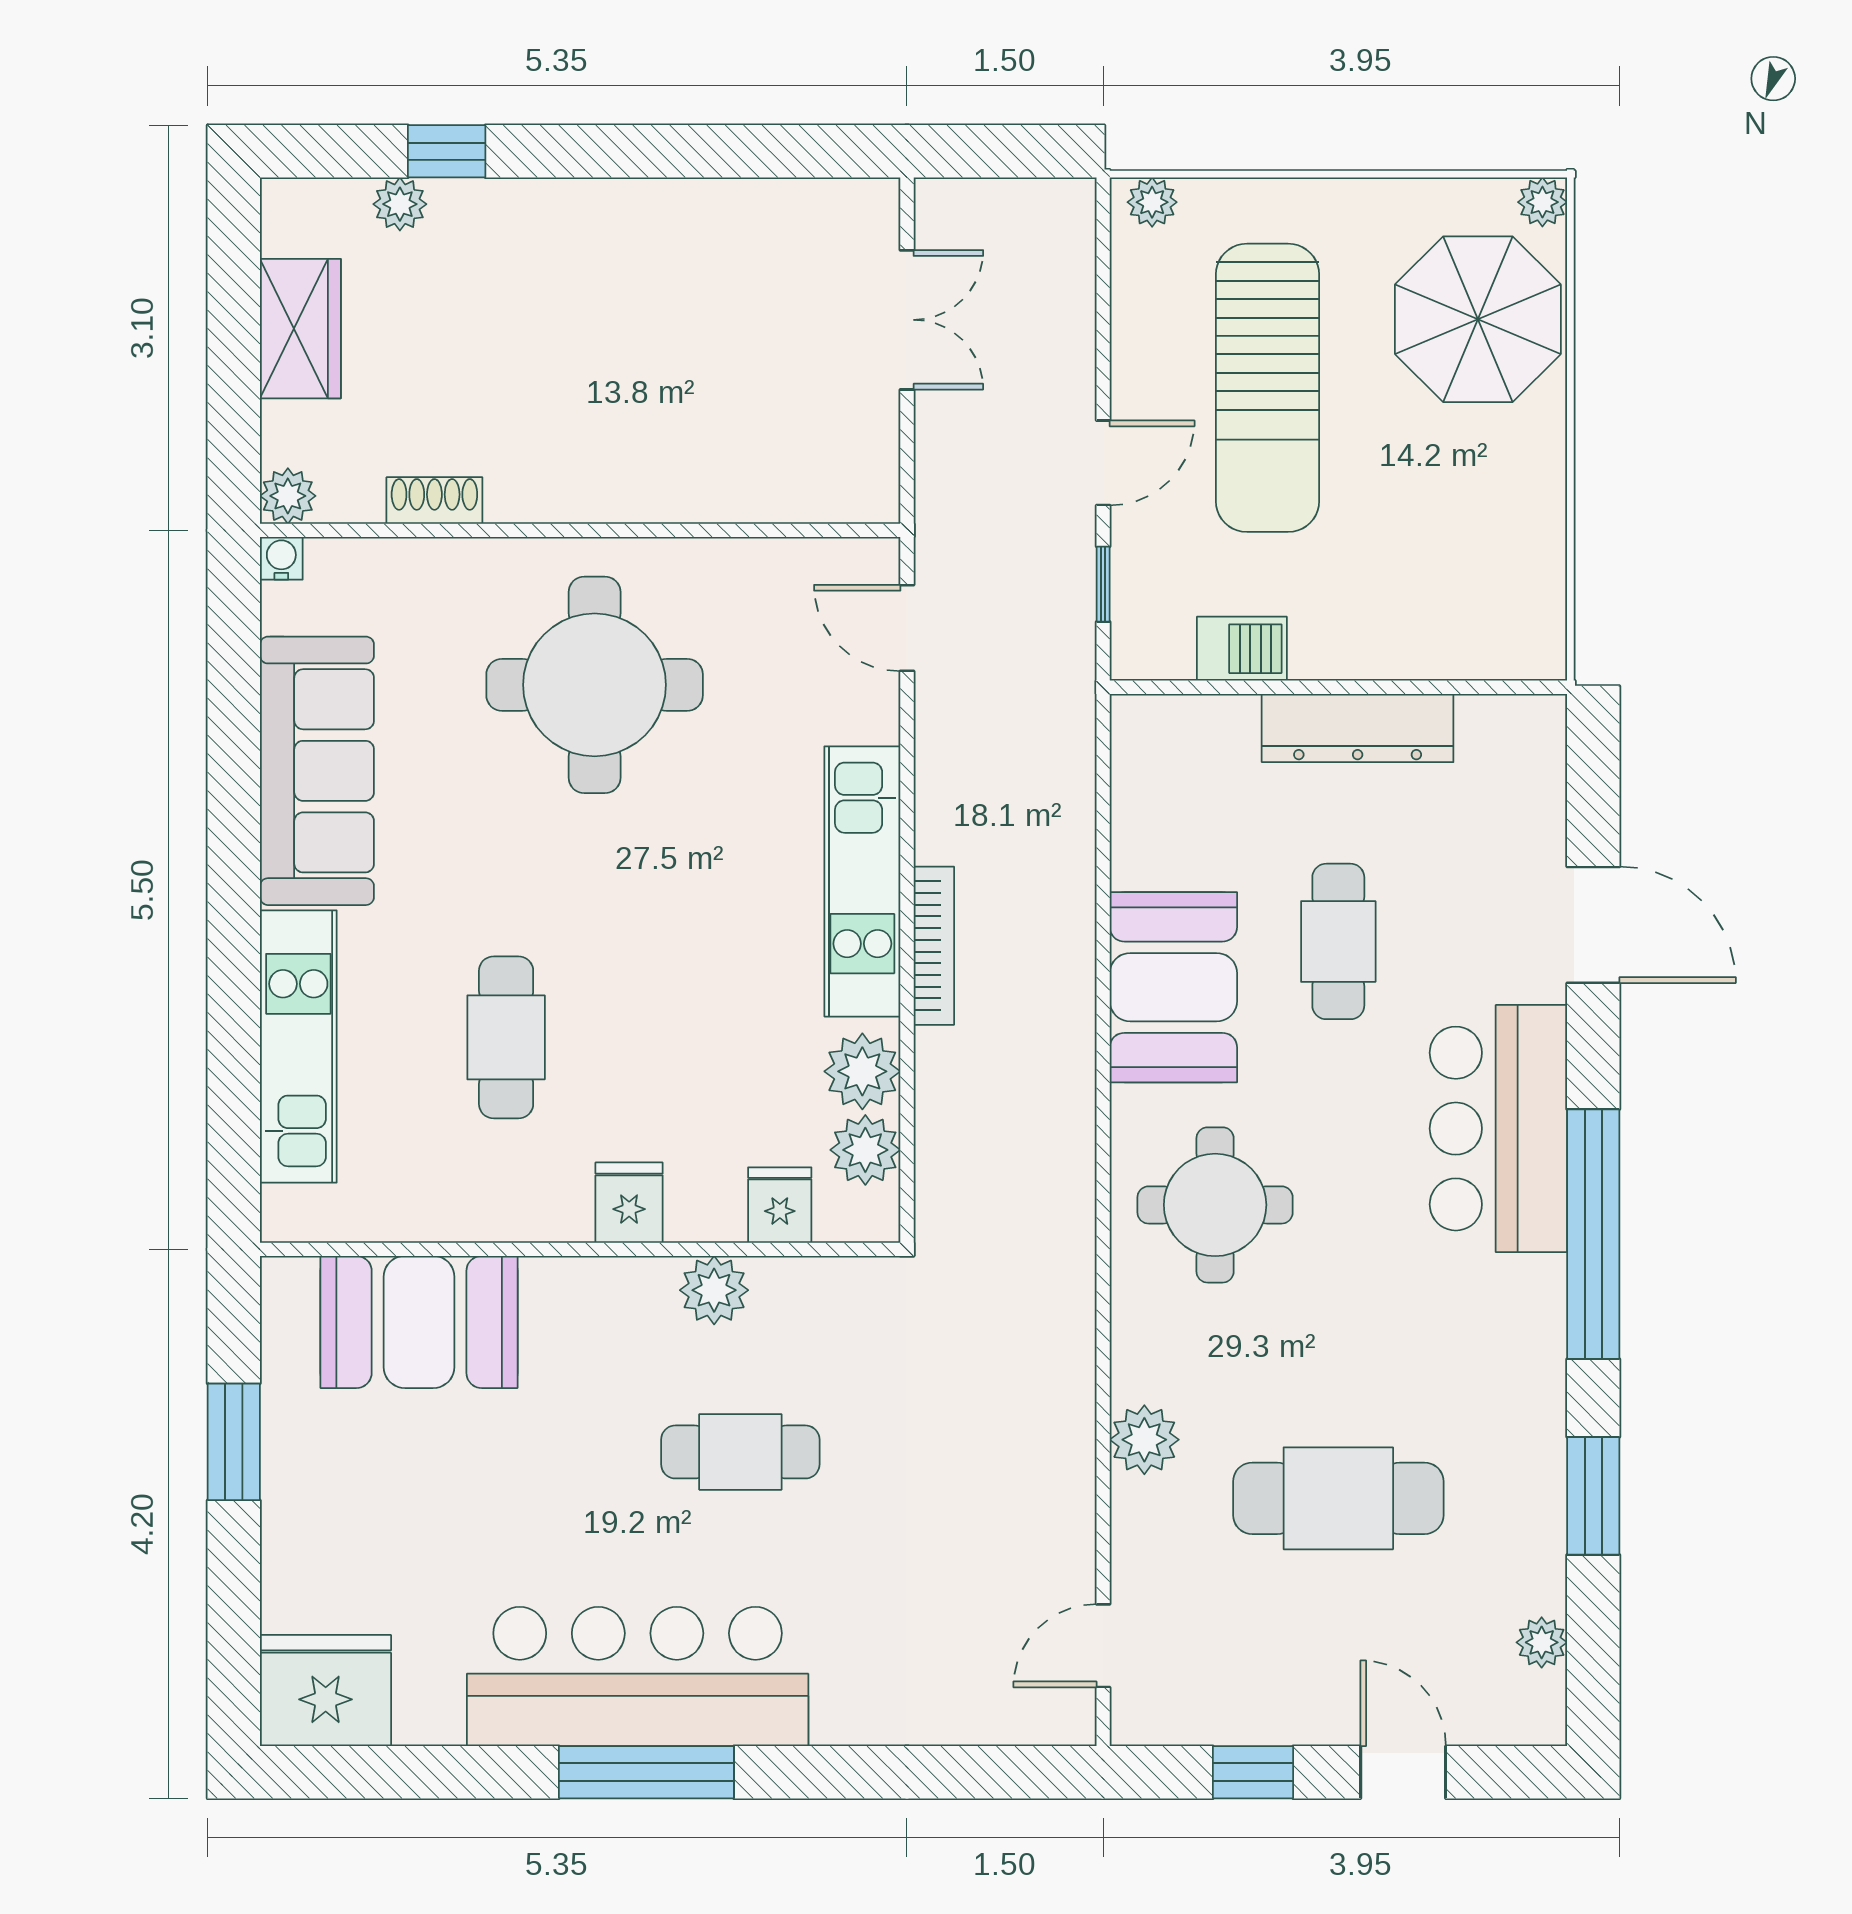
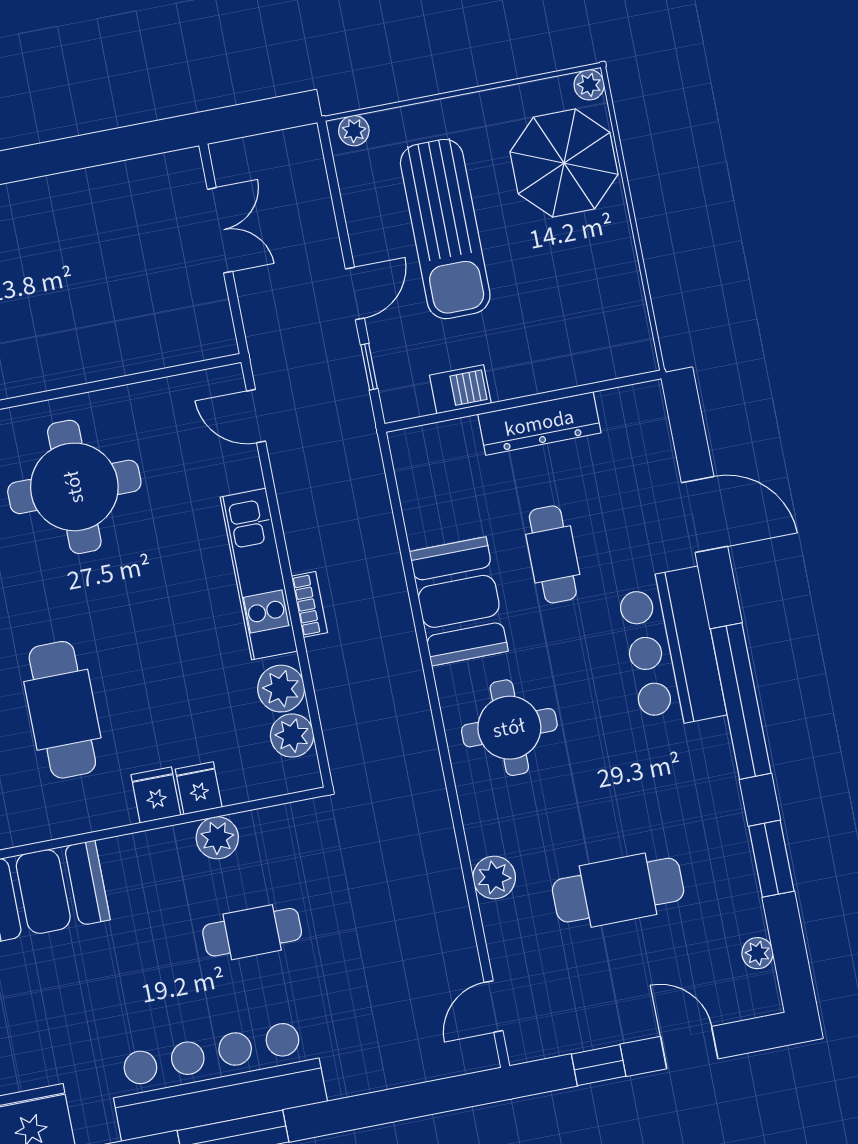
bookcase: (934, 946) -> (309, 604), width x0.64
cafe table: (506, 1037) -> (62, 710), width x1.37, depth x1.35
fridge: (780, 1205) -> (199, 788), moved

